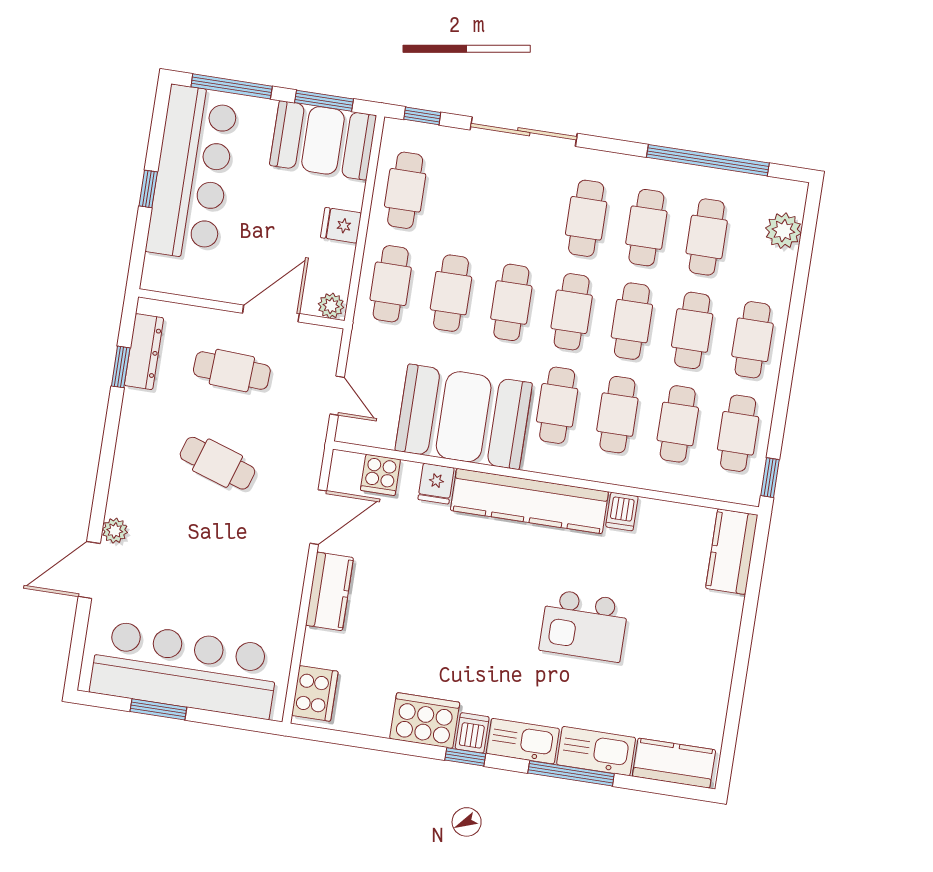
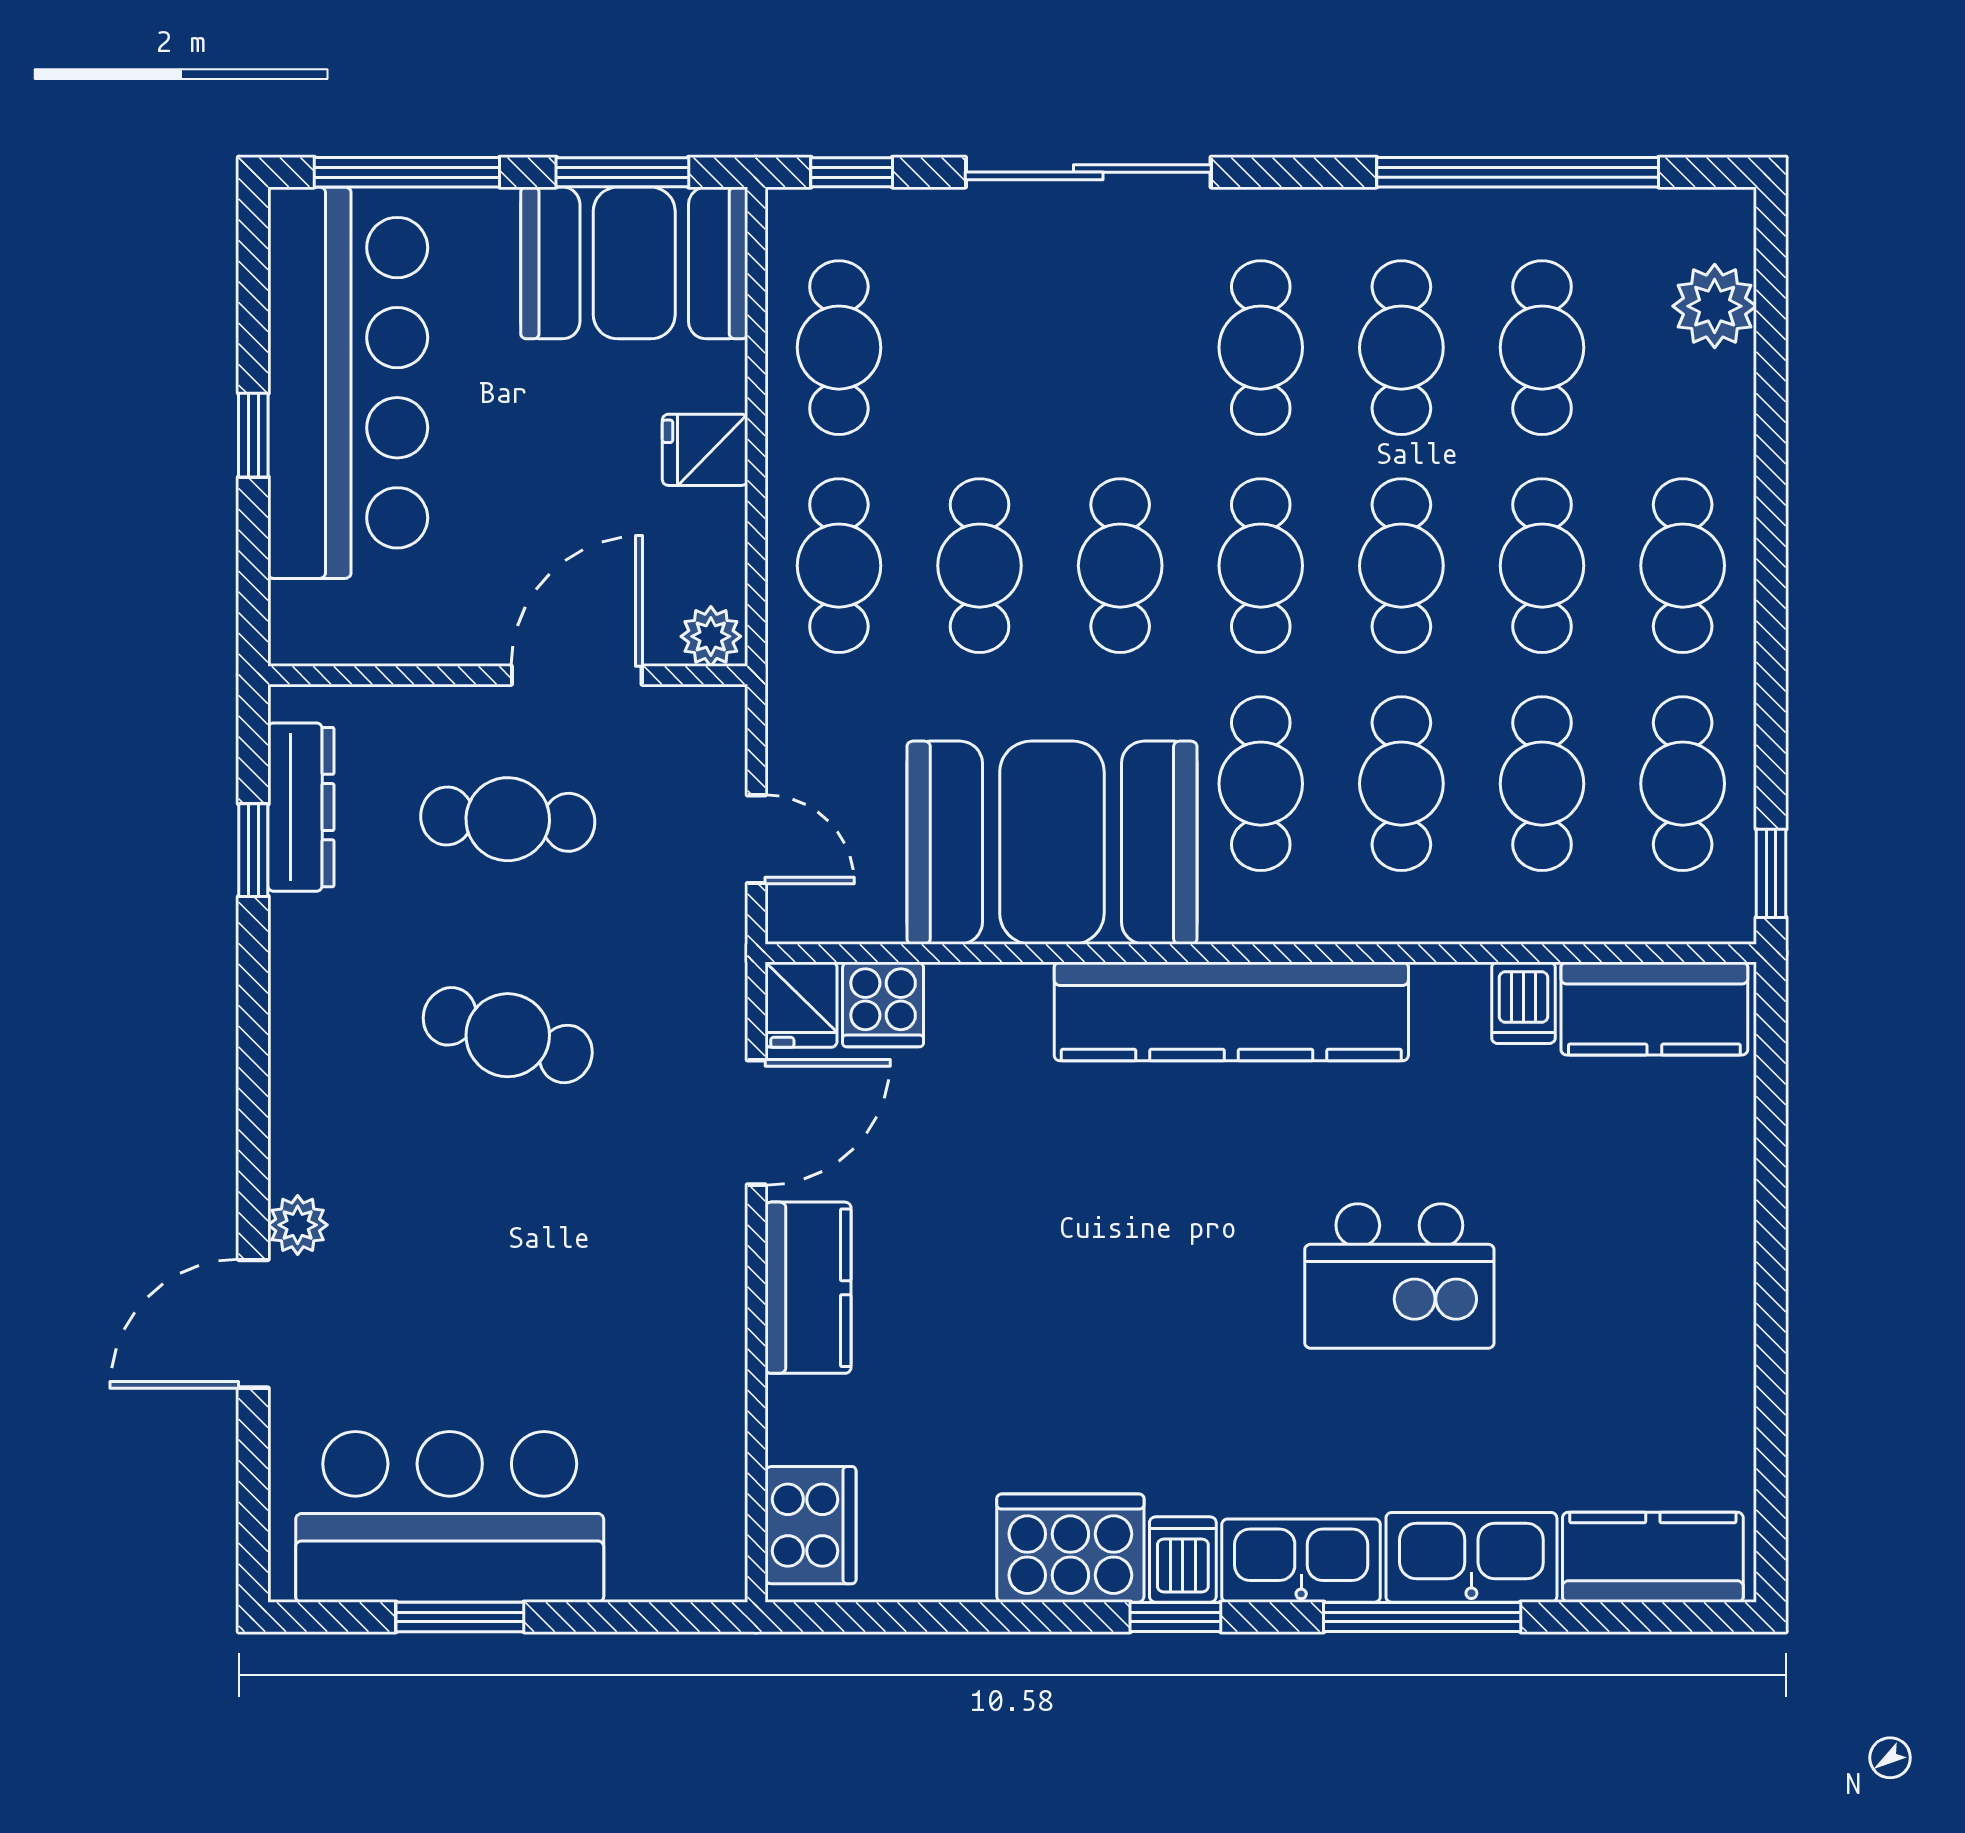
fridge: (436, 484) -> (801, 1005), moved
dishwasher: (622, 512) -> (1523, 1003), moved
kitchen counter: (732, 552) -> (1654, 1009), moved, turned -90
bar counter: (185, 670) -> (450, 1517), width x0.73

